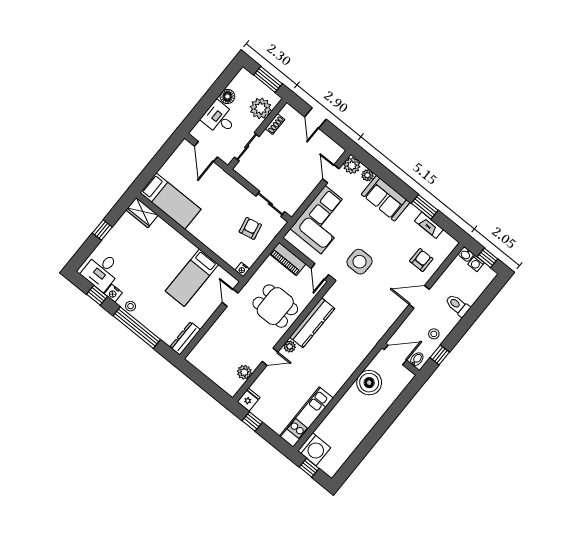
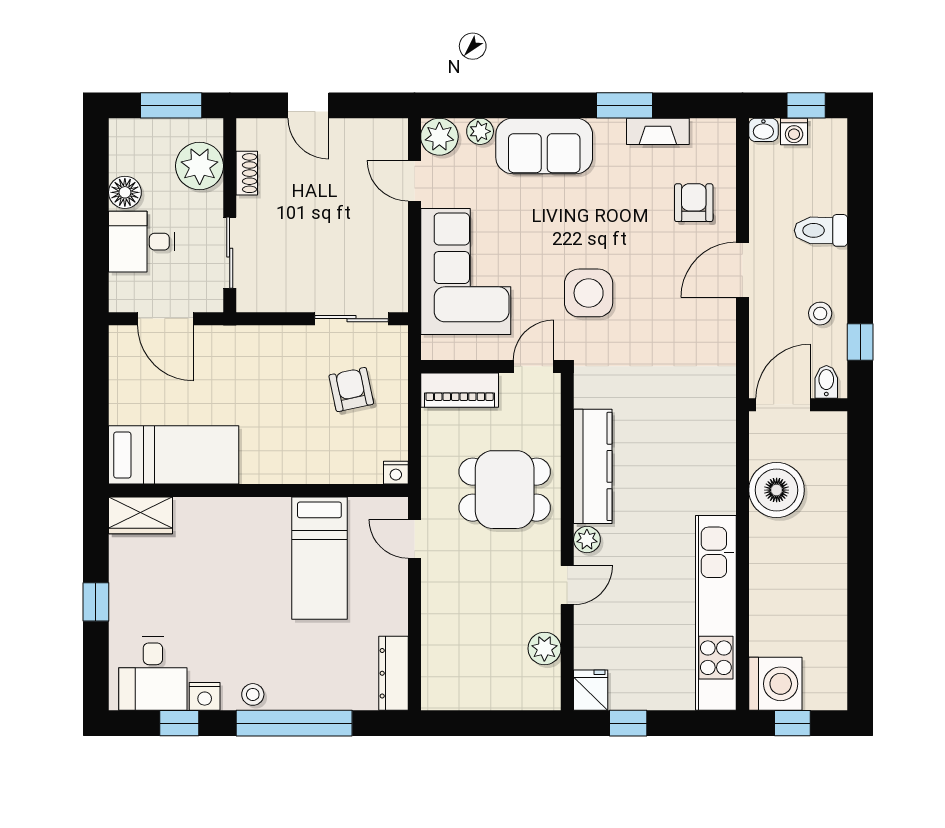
door: (320, 272) -> (534, 366), swing flipped
kitchen unit: (306, 417) -> (716, 613), width x1.36

